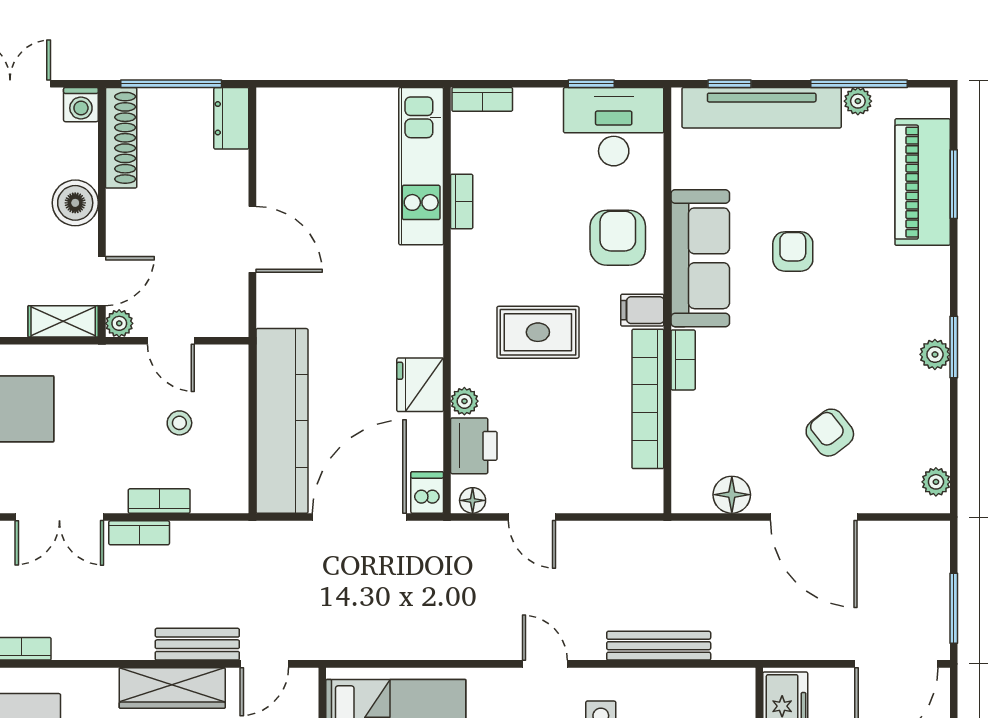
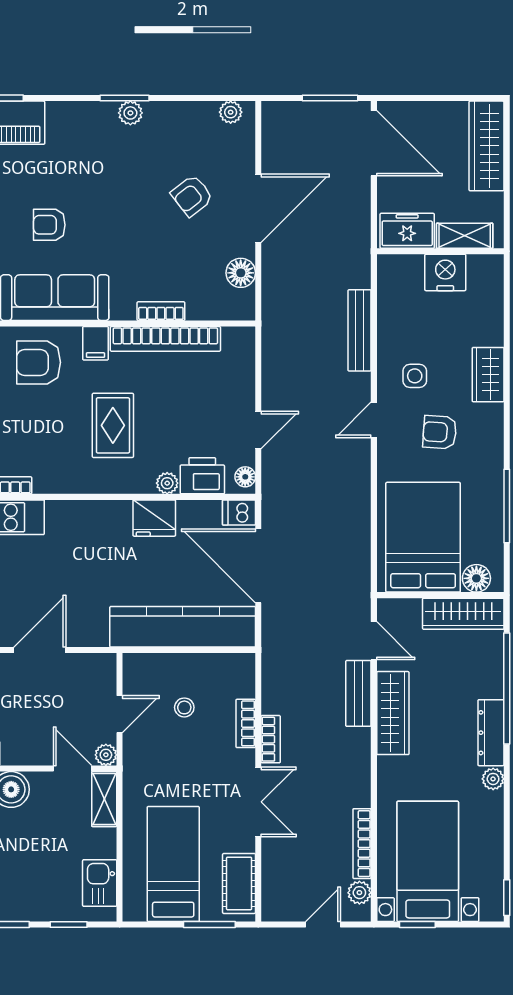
bookcase: (683, 360) -> (161, 311), moved

